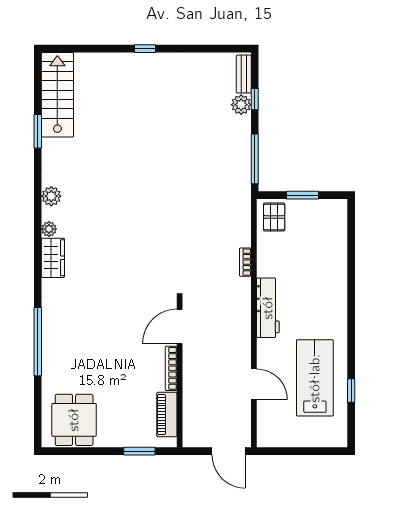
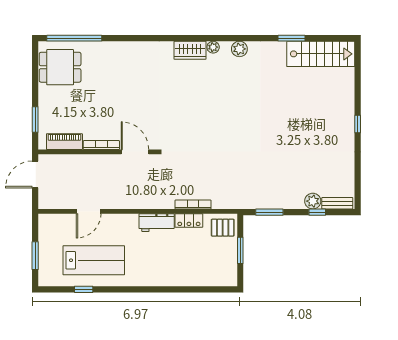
window: (255, 159) -> (269, 212), width x0.69
locker: (265, 259) -> (189, 220), added
bookcase: (245, 262) -> (193, 205), width x1.56
workbench: (268, 308) -> (157, 223), width x0.73
window: (38, 342) -> (74, 38), moved
door: (229, 451) -> (35, 174), moved
window: (309, 451) -> (35, 256), added

